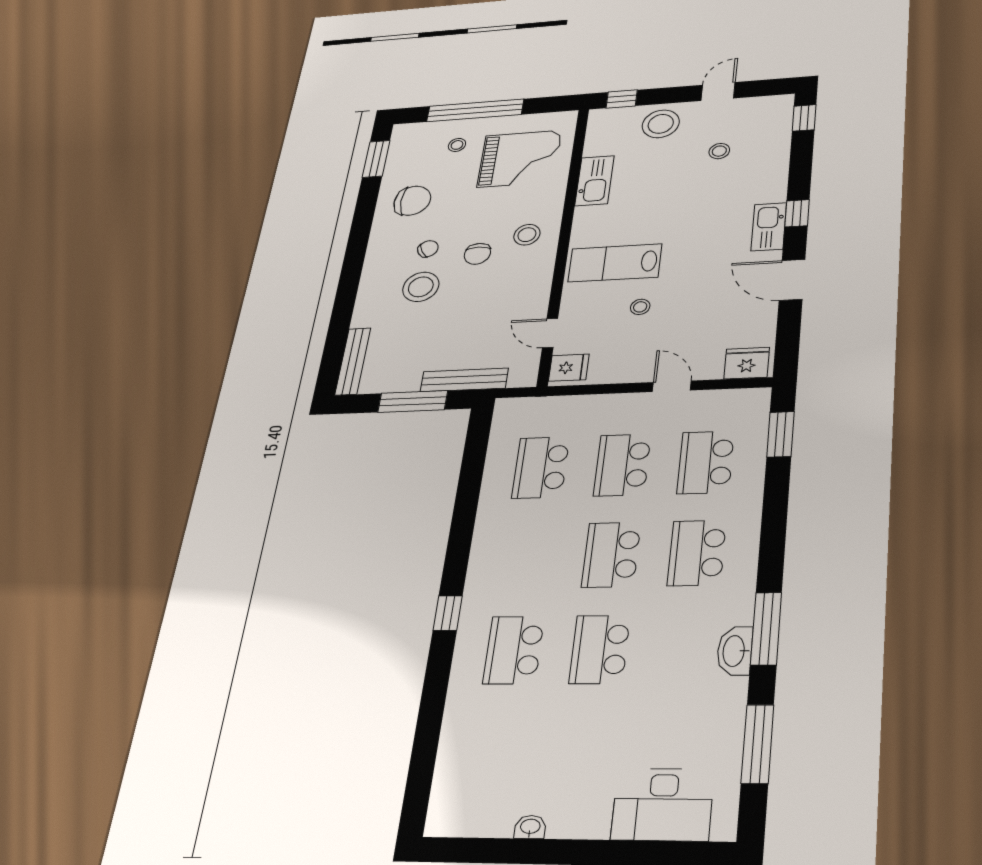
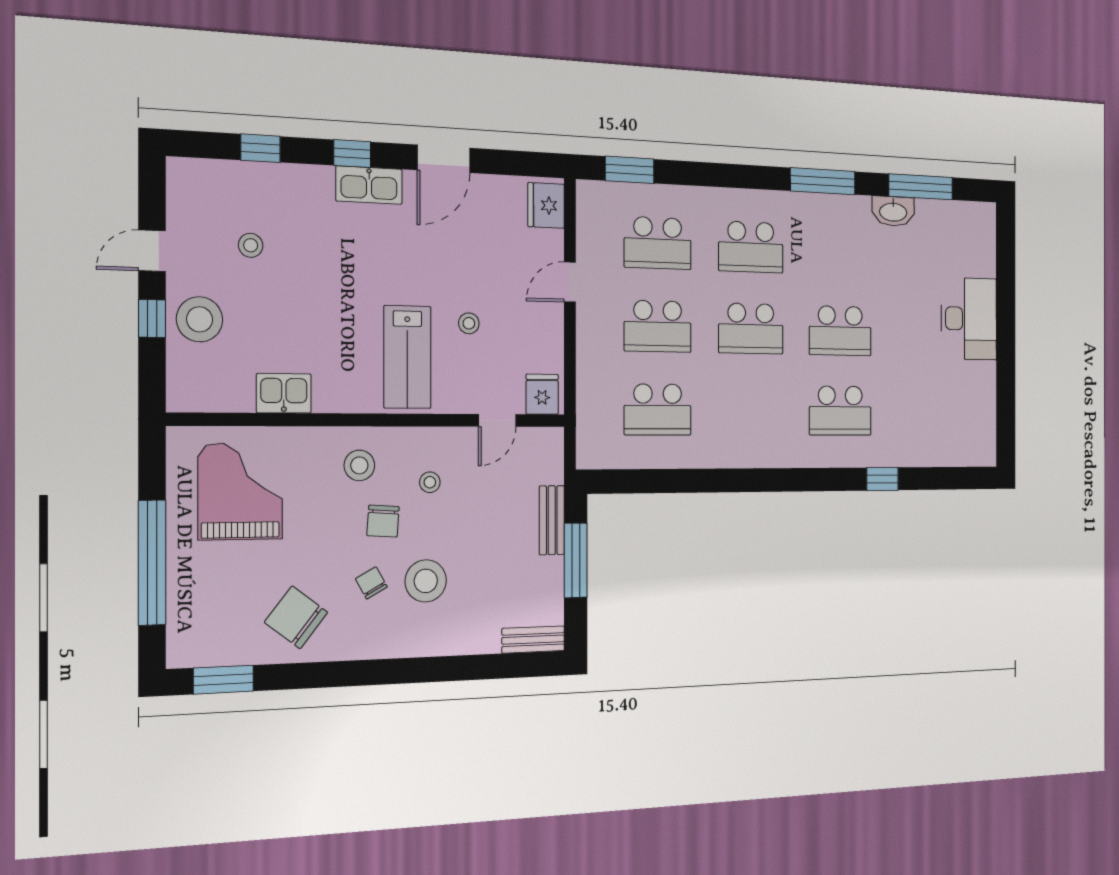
door: (718, 92) -> (152, 251), hinge flipped
window: (622, 99) -> (152, 319), moved
window: (804, 118) -> (260, 148), moved
stool: (457, 145) -> (430, 482), moved
kitchen sink: (594, 181) -> (284, 393), width x0.73
chair: (412, 201) -> (296, 617), turned -52
chair: (477, 254) -> (383, 521), turned 94
bench: (353, 361) -> (533, 640), width x0.73
bench: (464, 380) -> (552, 520), width x0.73
window: (448, 613) -> (882, 479), moved
washbasin: (735, 651) -> (893, 211), moved
desk: (663, 805) -> (969, 319), moved
washbasin: (530, 827) -> (987, 375), removed

